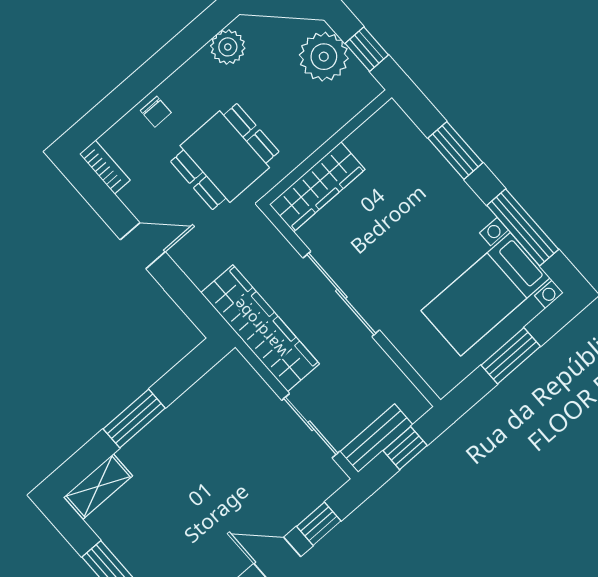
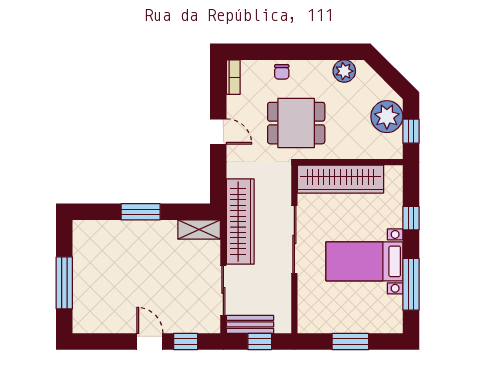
window: (455, 150) -> (411, 218), width x0.67
wardrobe: (317, 187) -> (340, 179), width x1.40, depth x1.17
bed with nightstands: (486, 294) -> (364, 261), moved
shelving: (98, 486) -> (199, 230), moved

